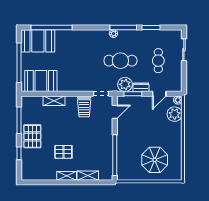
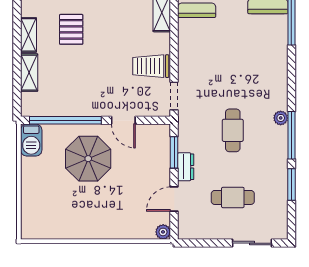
cafe table: (120, 61) -> (233, 130), width x0.73, depth x0.74
plant: (125, 84) -> (191, 138), removed
door: (159, 94) -> (174, 199), hinge flipped
door: (115, 112) -> (123, 120), moved
plant: (175, 114) -> (138, 226), removed
parasol: (155, 160) -> (88, 159), moved
barbecue: (126, 174) -> (31, 140), added

